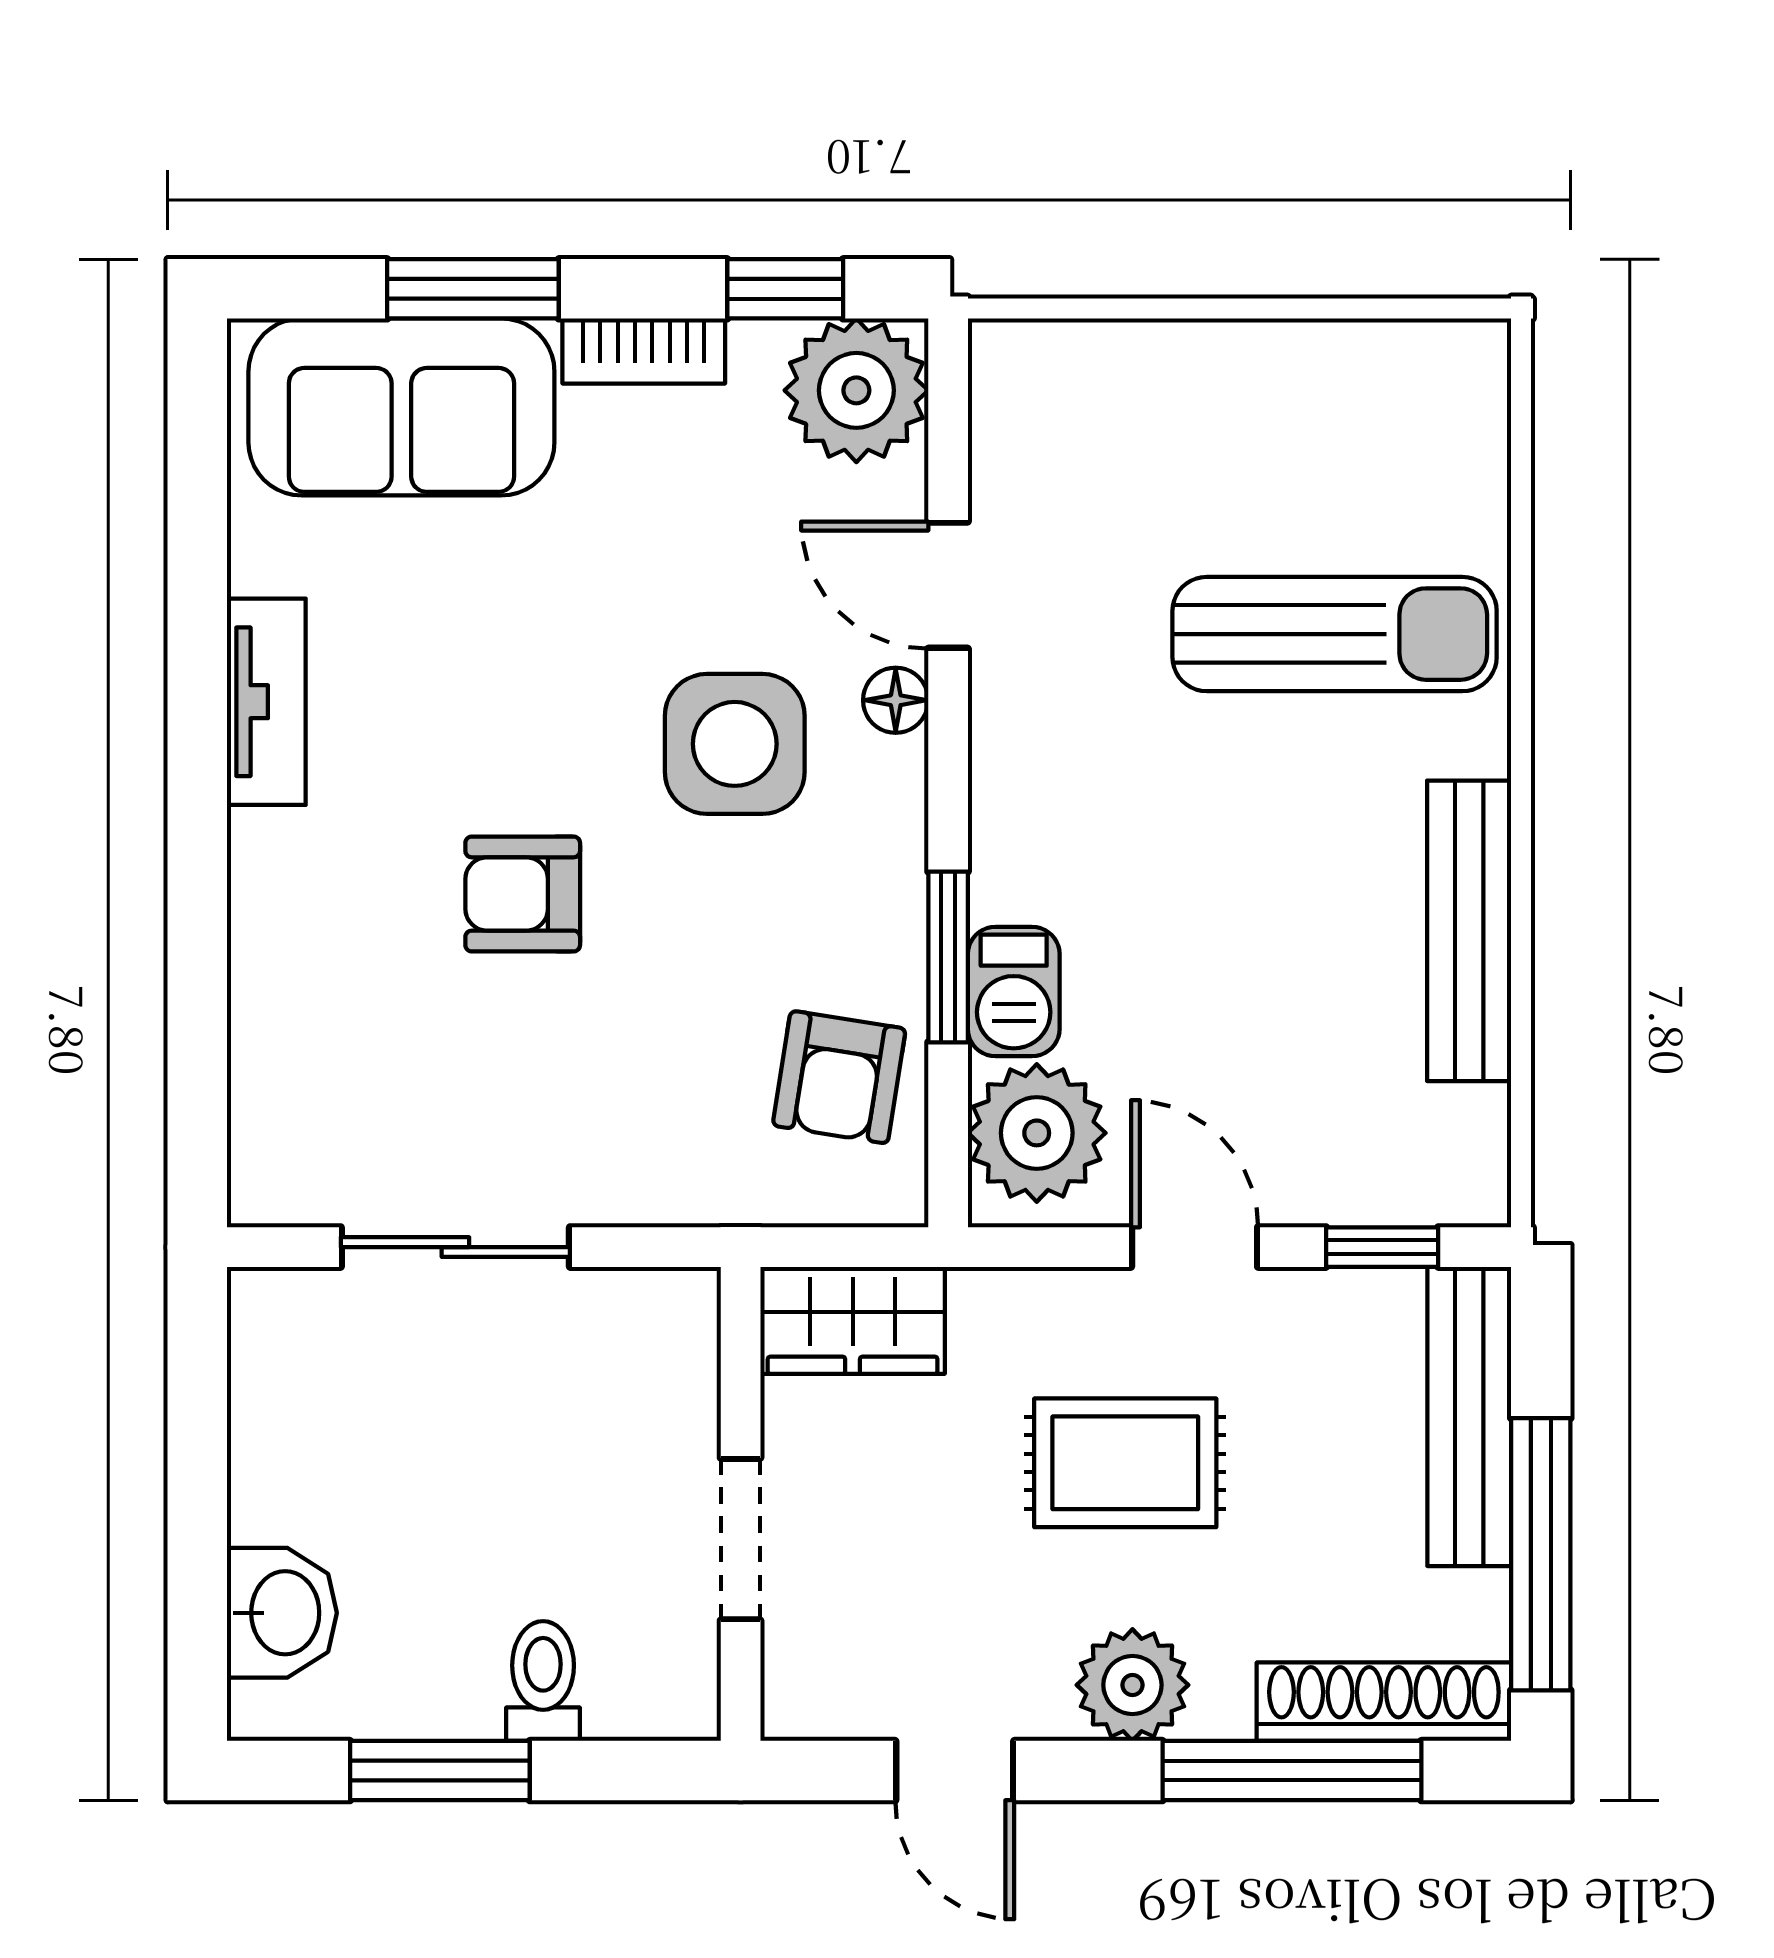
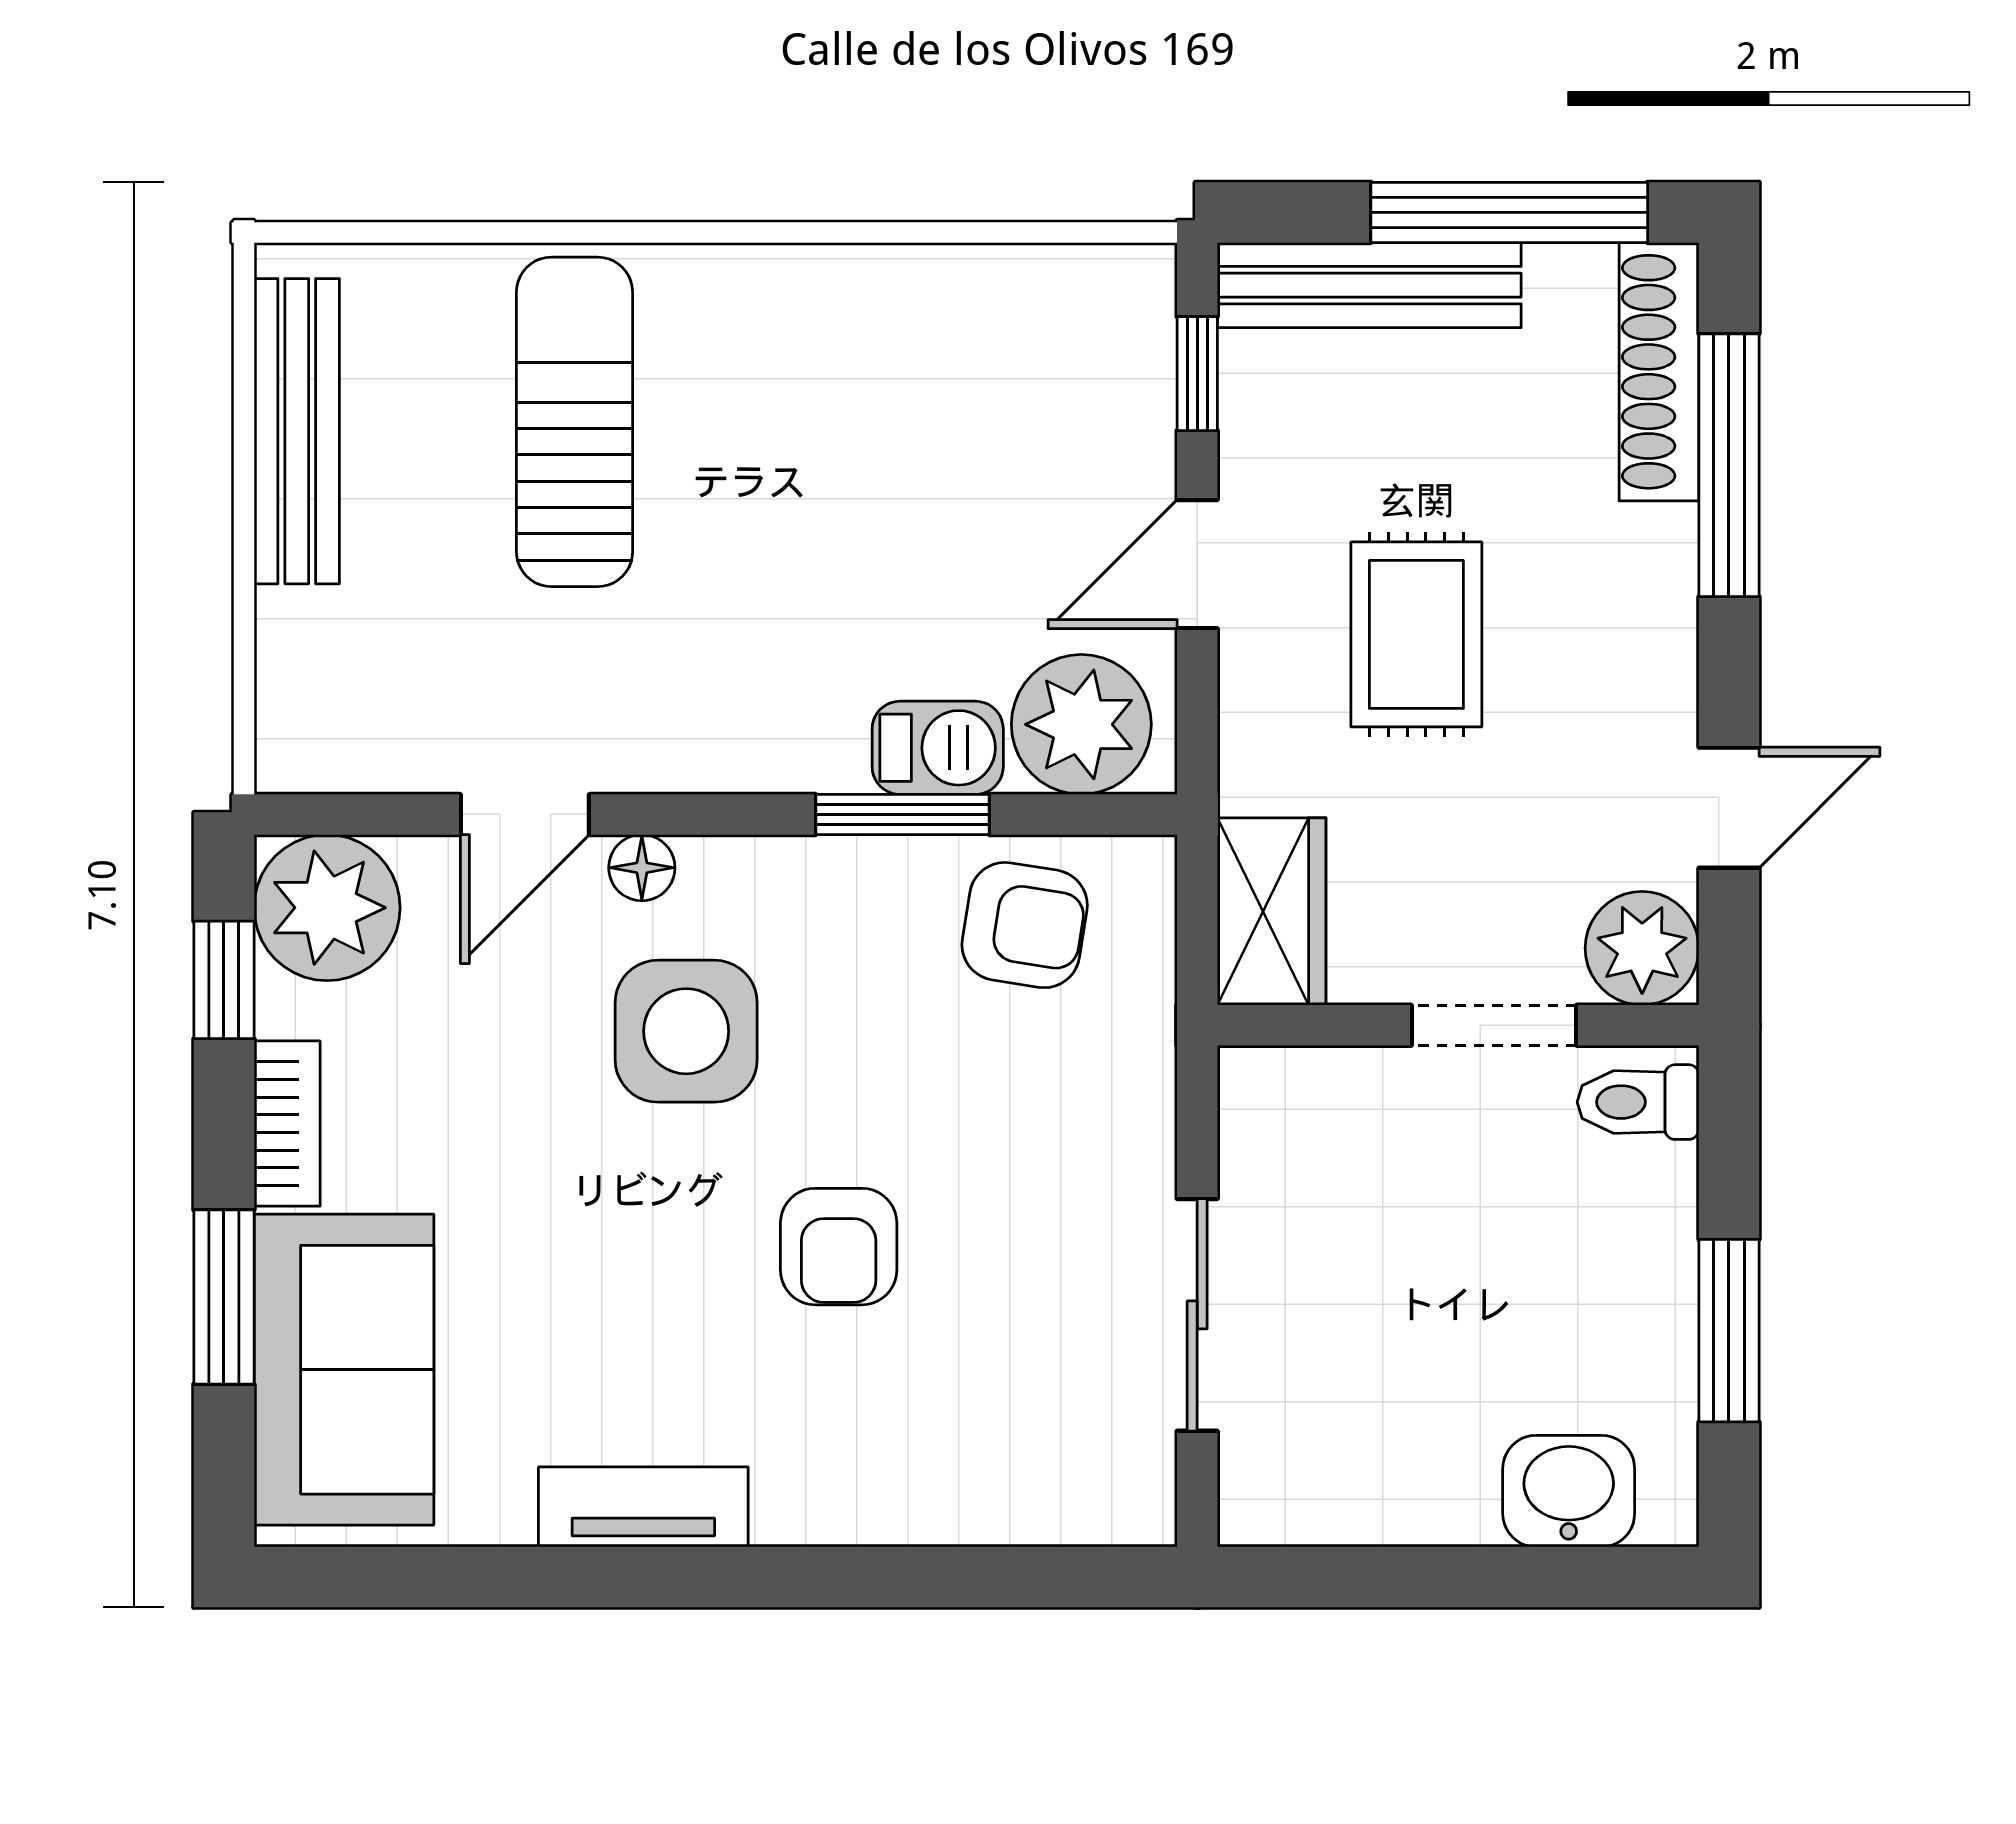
bench: (1469, 931) -> (297, 431), moved, turned 90
toilet: (543, 1681) -> (1638, 1102), moved
plant: (1132, 1685) -> (1642, 948), moved

